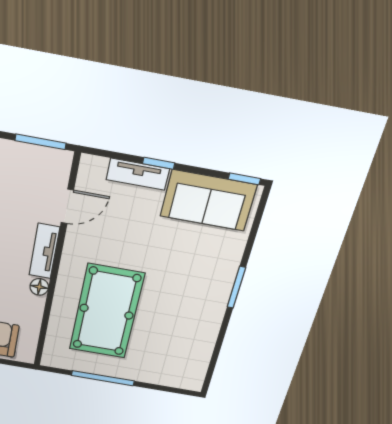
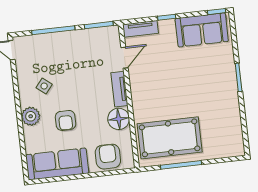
tv unit: (138, 174) -> (140, 29), moved
floor lamp: (39, 287) -> (119, 119), width x1.89, depth x1.89
pool table: (106, 312) -> (170, 138), moved, turned 90

